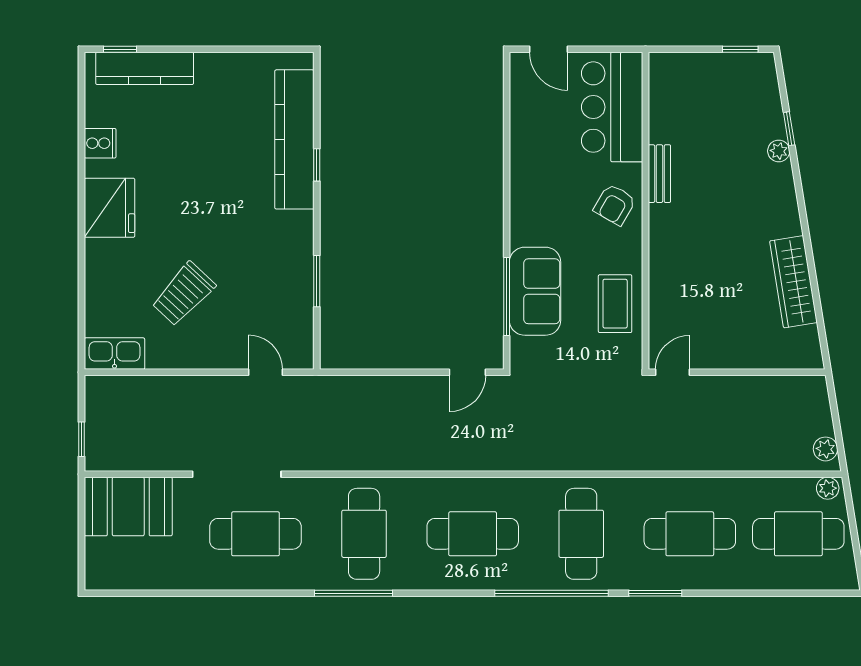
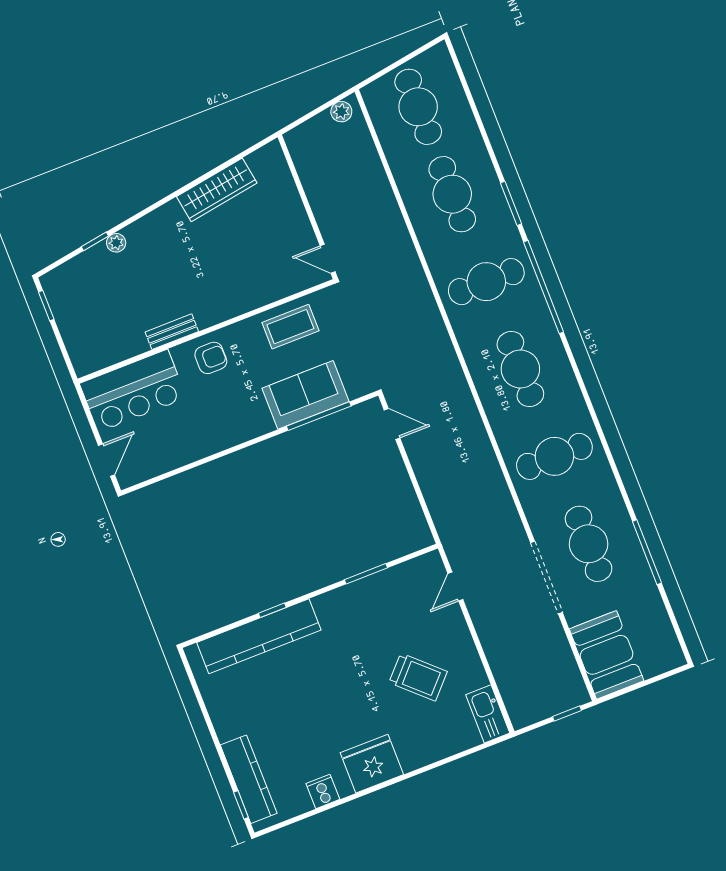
armchair: (615, 205) -> (211, 358), turned -30
plant: (828, 488) -> (372, 98), removed
window: (354, 593) -> (647, 552), moved

